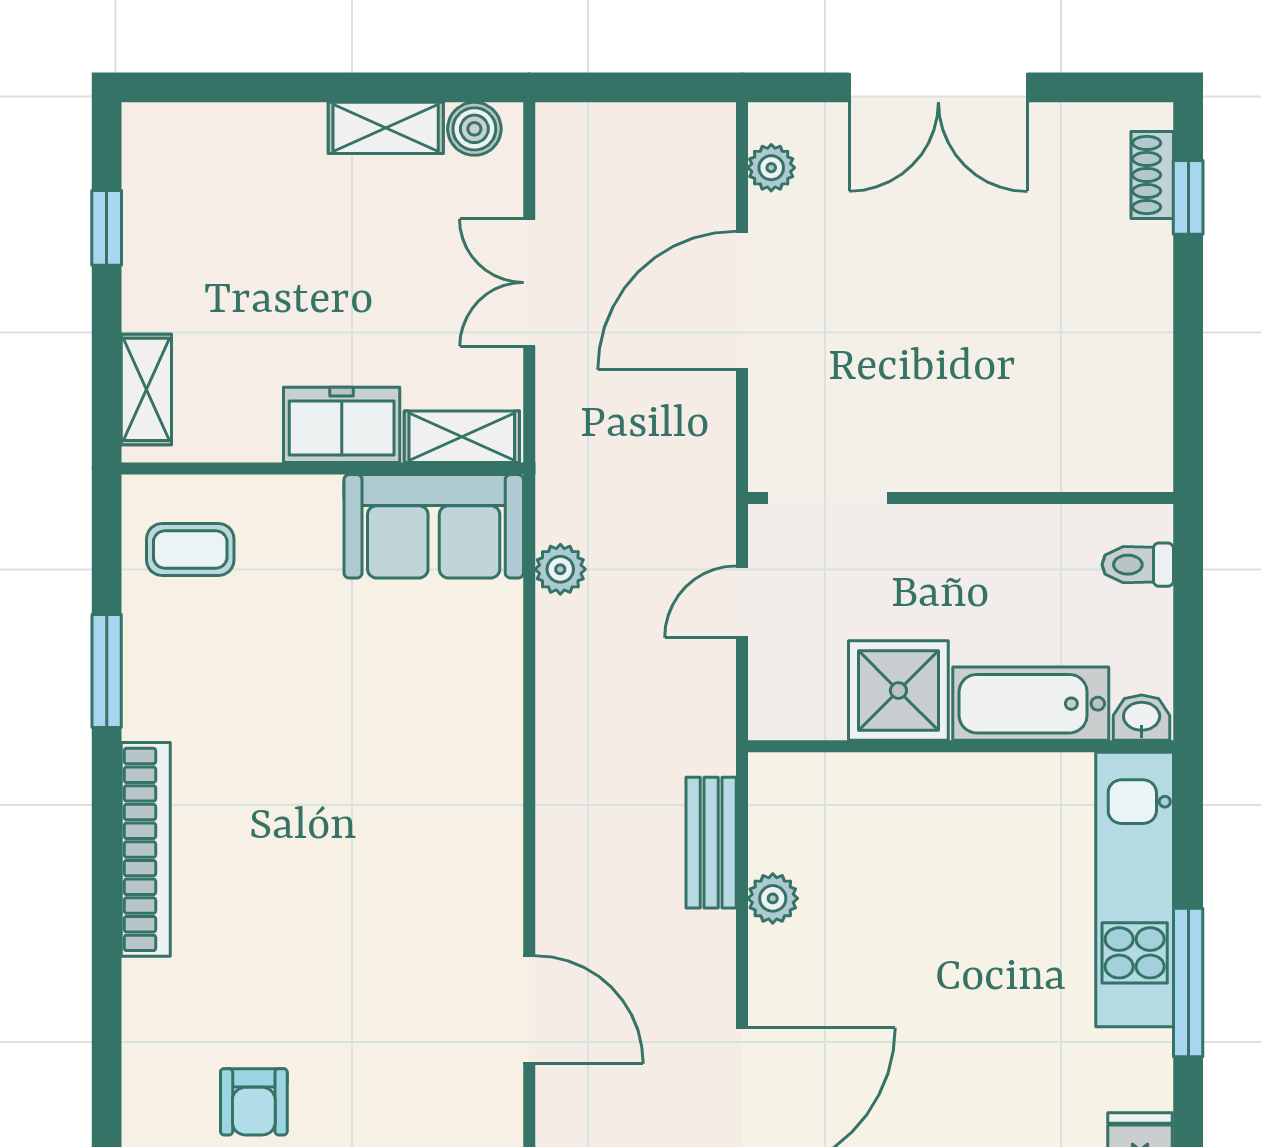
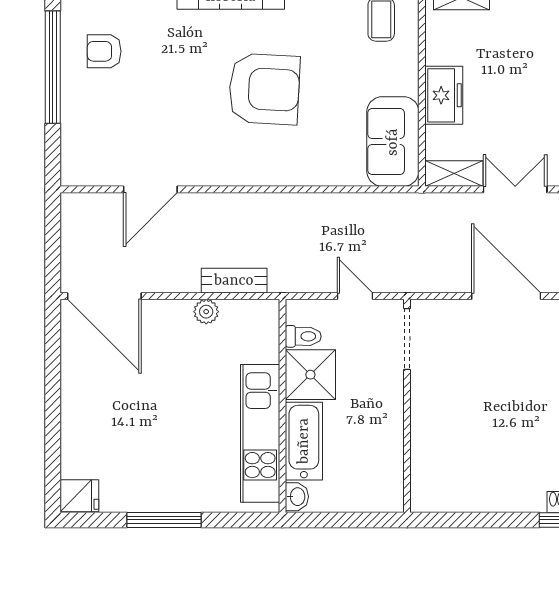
shelving: (462, 437) -> (454, 174), moved, turned 90
toilet: (1138, 565) -> (303, 336), moved, turned 90
plant: (560, 569) -> (371, 205), removed
armchair: (329, 783) -> (264, 89), added
kitchen unit: (1135, 890) -> (260, 433), moved, turned -90

